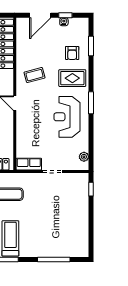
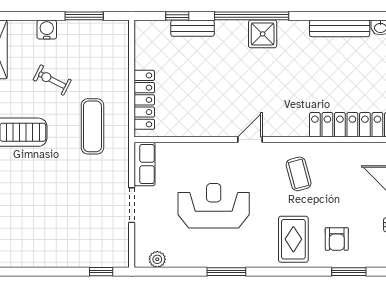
armchair: (72, 53) -> (337, 239), turned -90
window: (91, 103) -> (226, 272), moved
reception desk: (67, 117) -> (214, 206), moved

